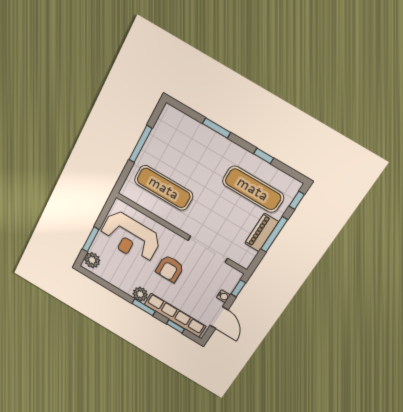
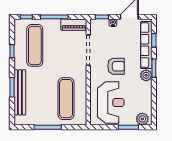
bench: (204, 134) -> (20, 92), added
piano: (262, 233) -> (74, 25), moved

